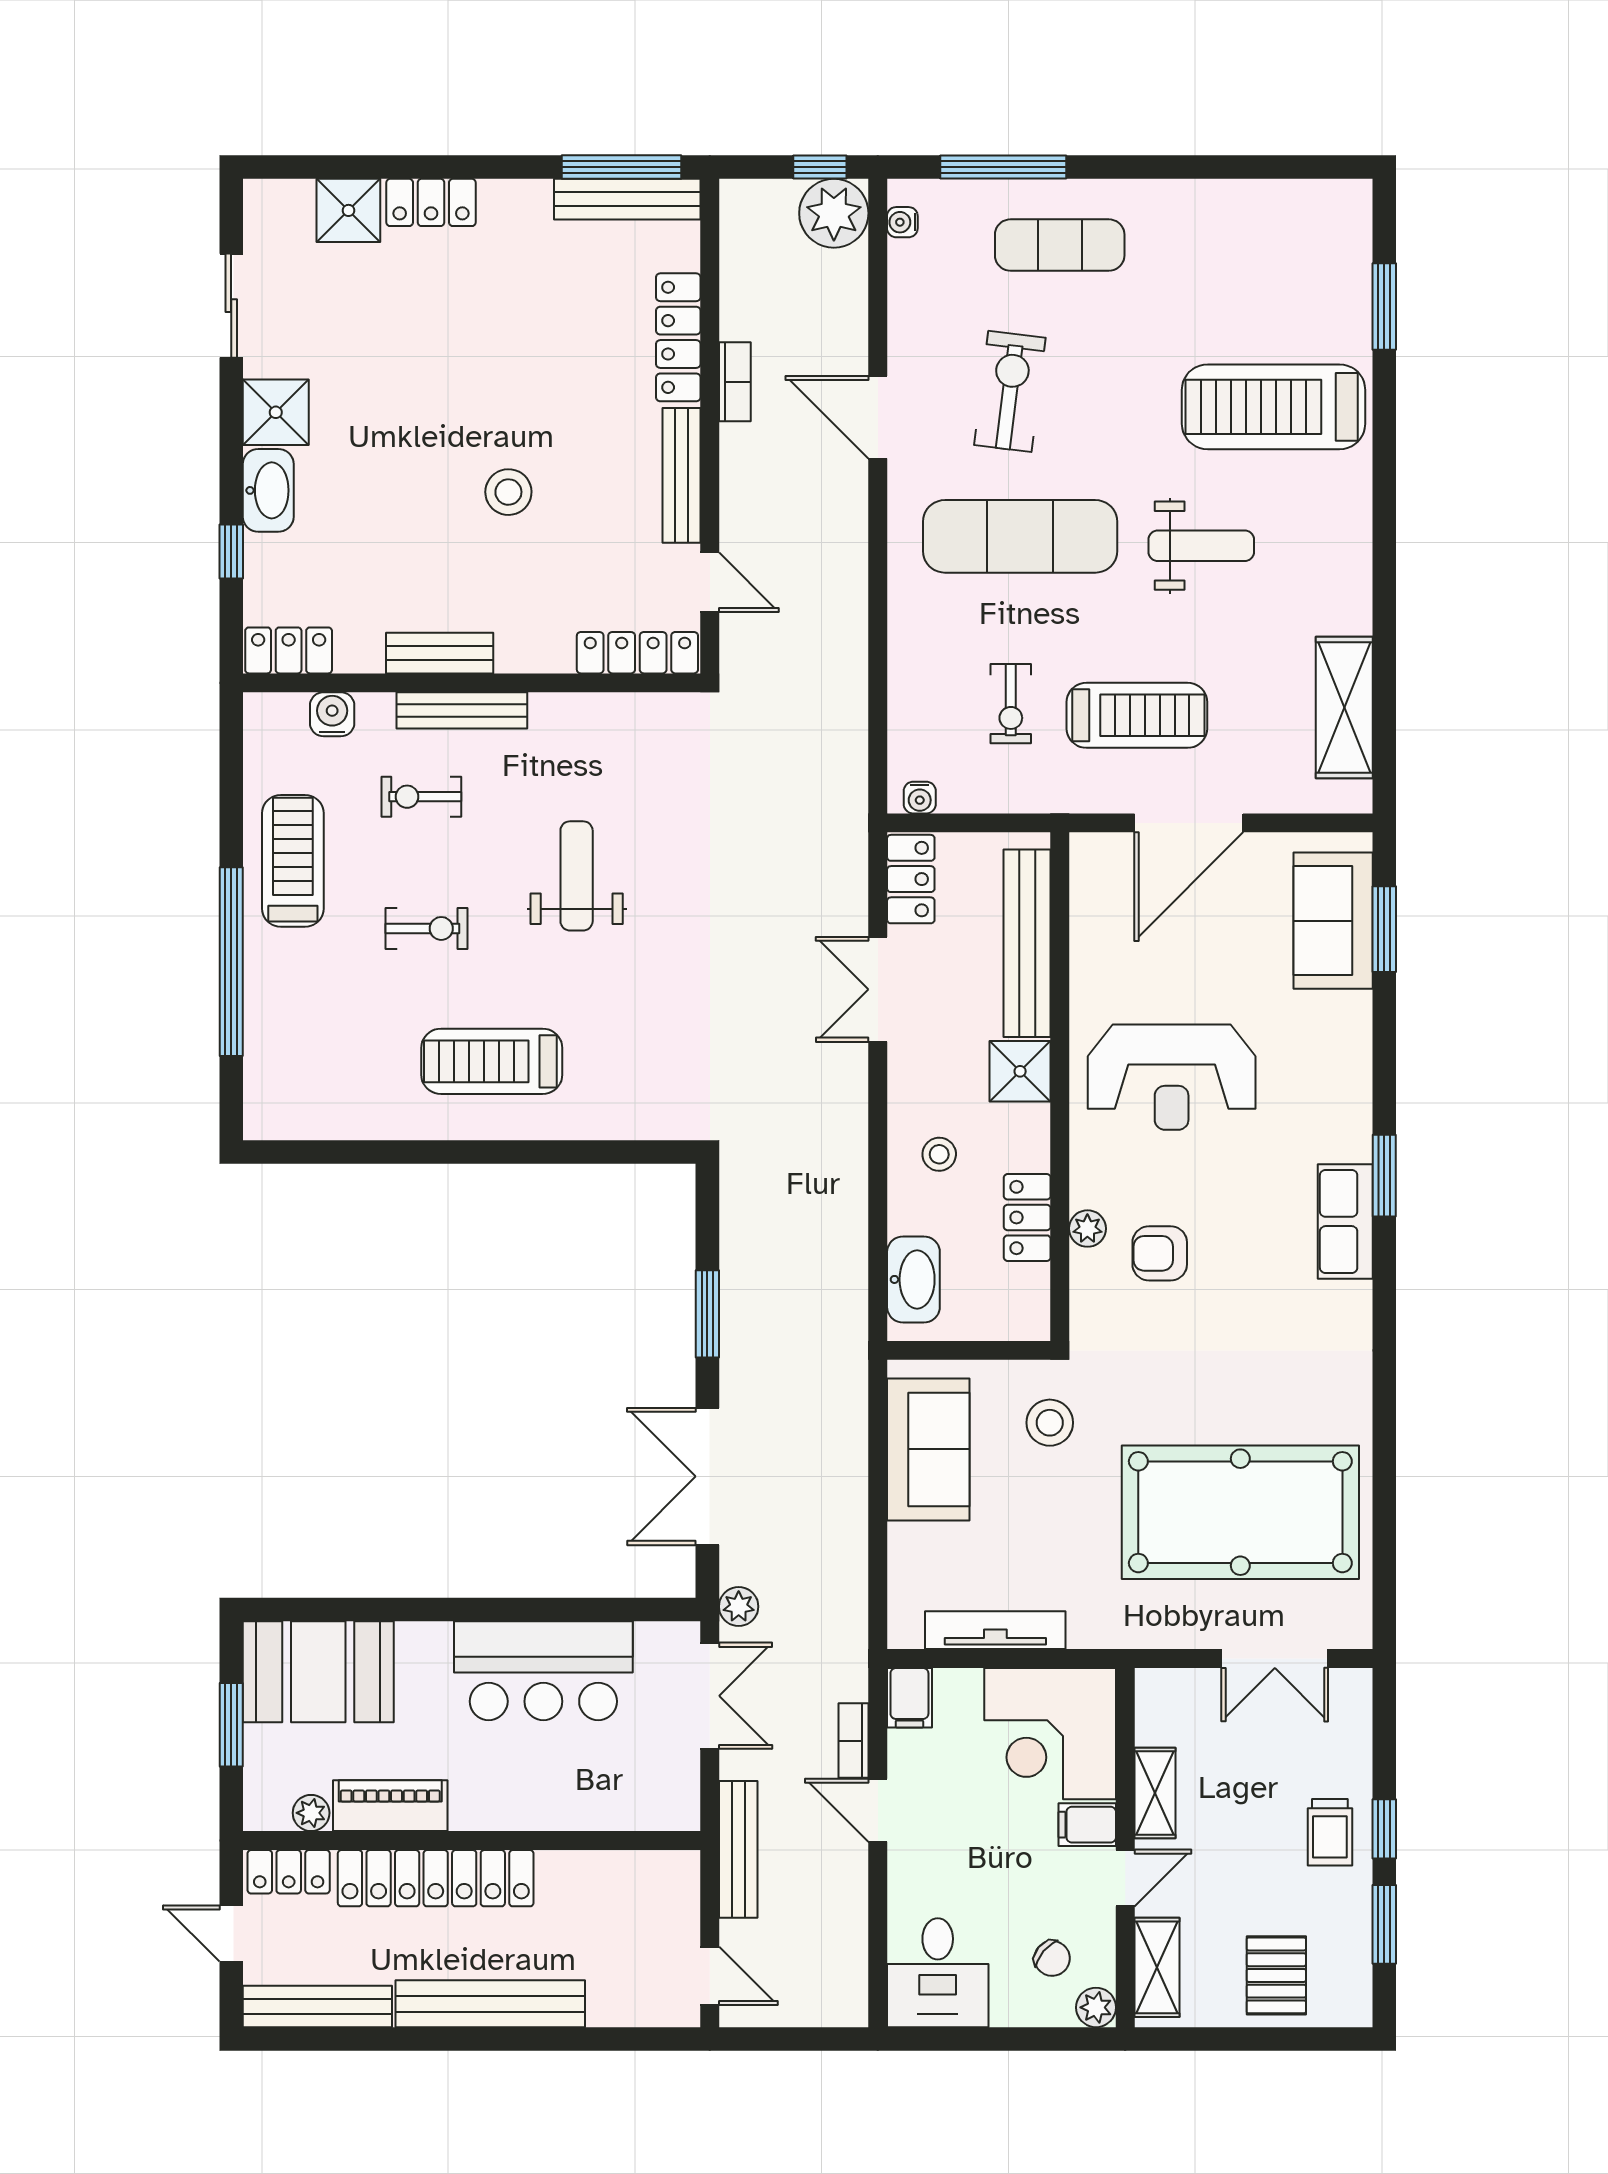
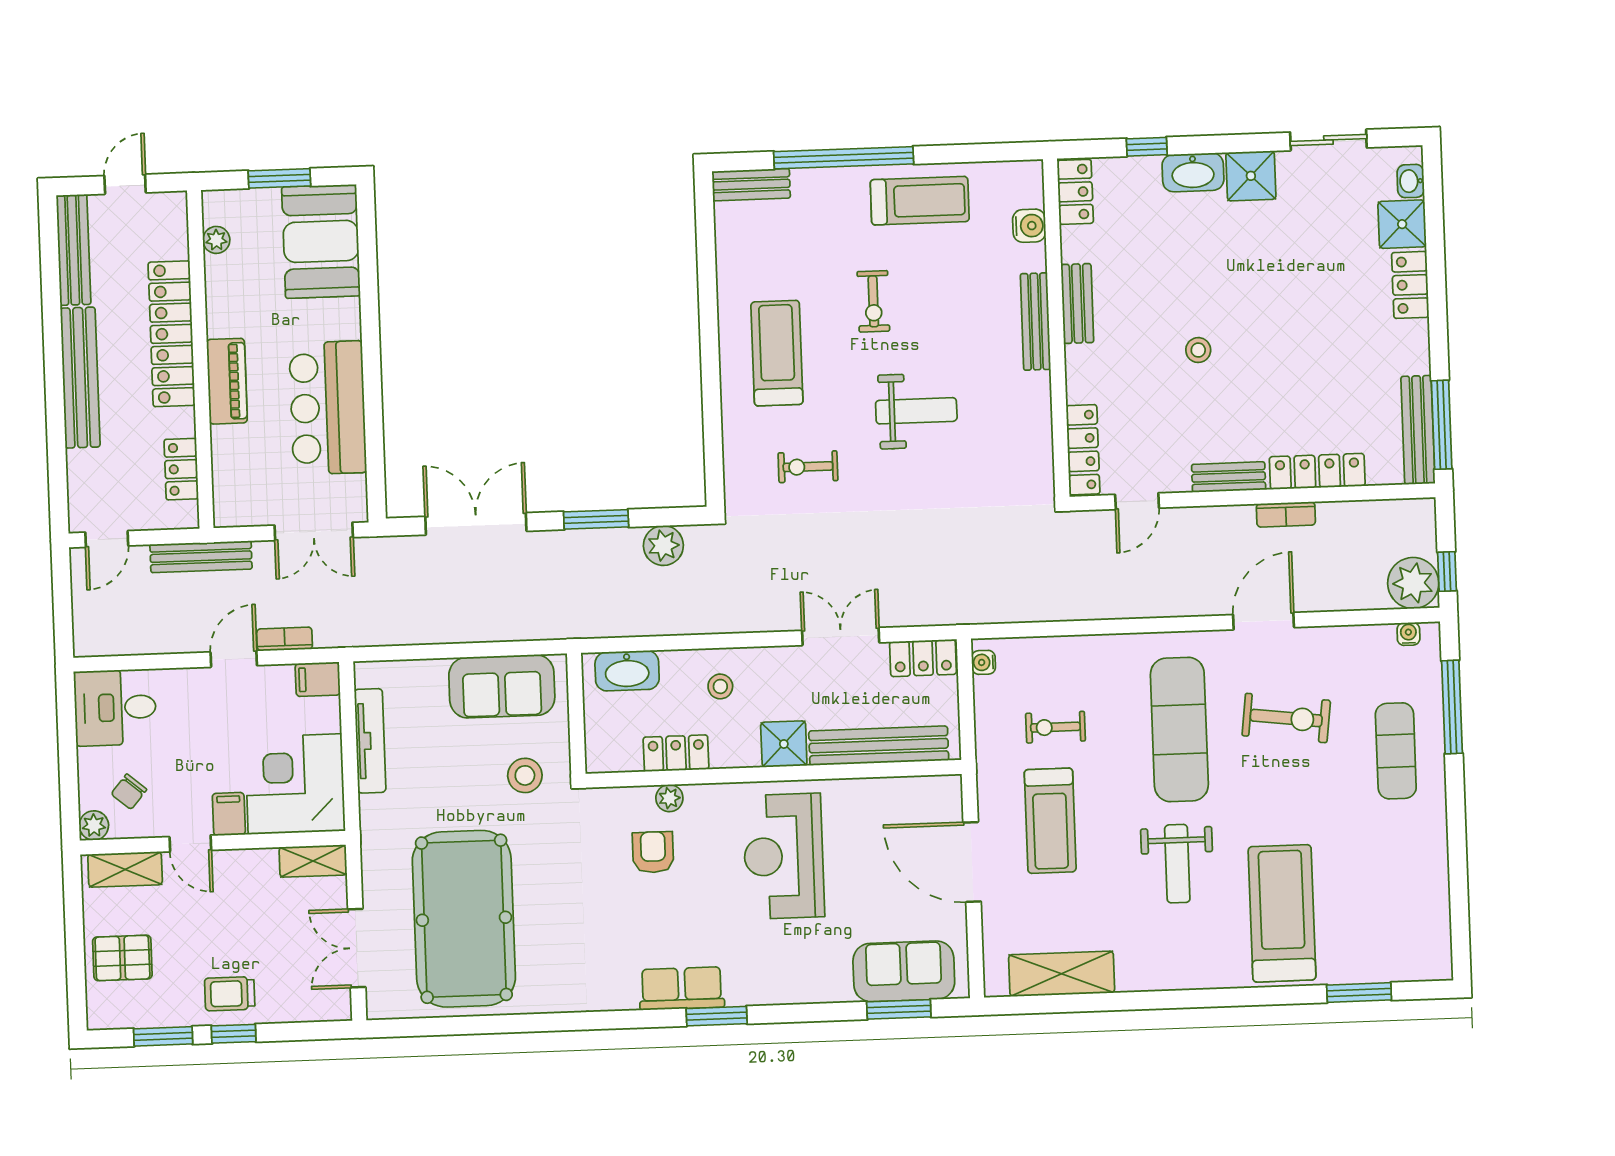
washbasin: (291, 197) -> (1411, 181), added
bench: (681, 475) -> (1229, 477), width x0.73
stool: (508, 492) -> (1198, 350), width x0.73, depth x0.73
exercise bike: (421, 797) -> (808, 467), moved, turned -90
bench: (263, 1088) -> (751, 185), added
plant: (739, 1607) -> (663, 545), moved, width x1.38, depth x1.38
shelving: (1155, 1793) -> (313, 861), moved
piano: (390, 1806) -> (227, 381), moved
locker: (289, 1872) -> (181, 469), moved

